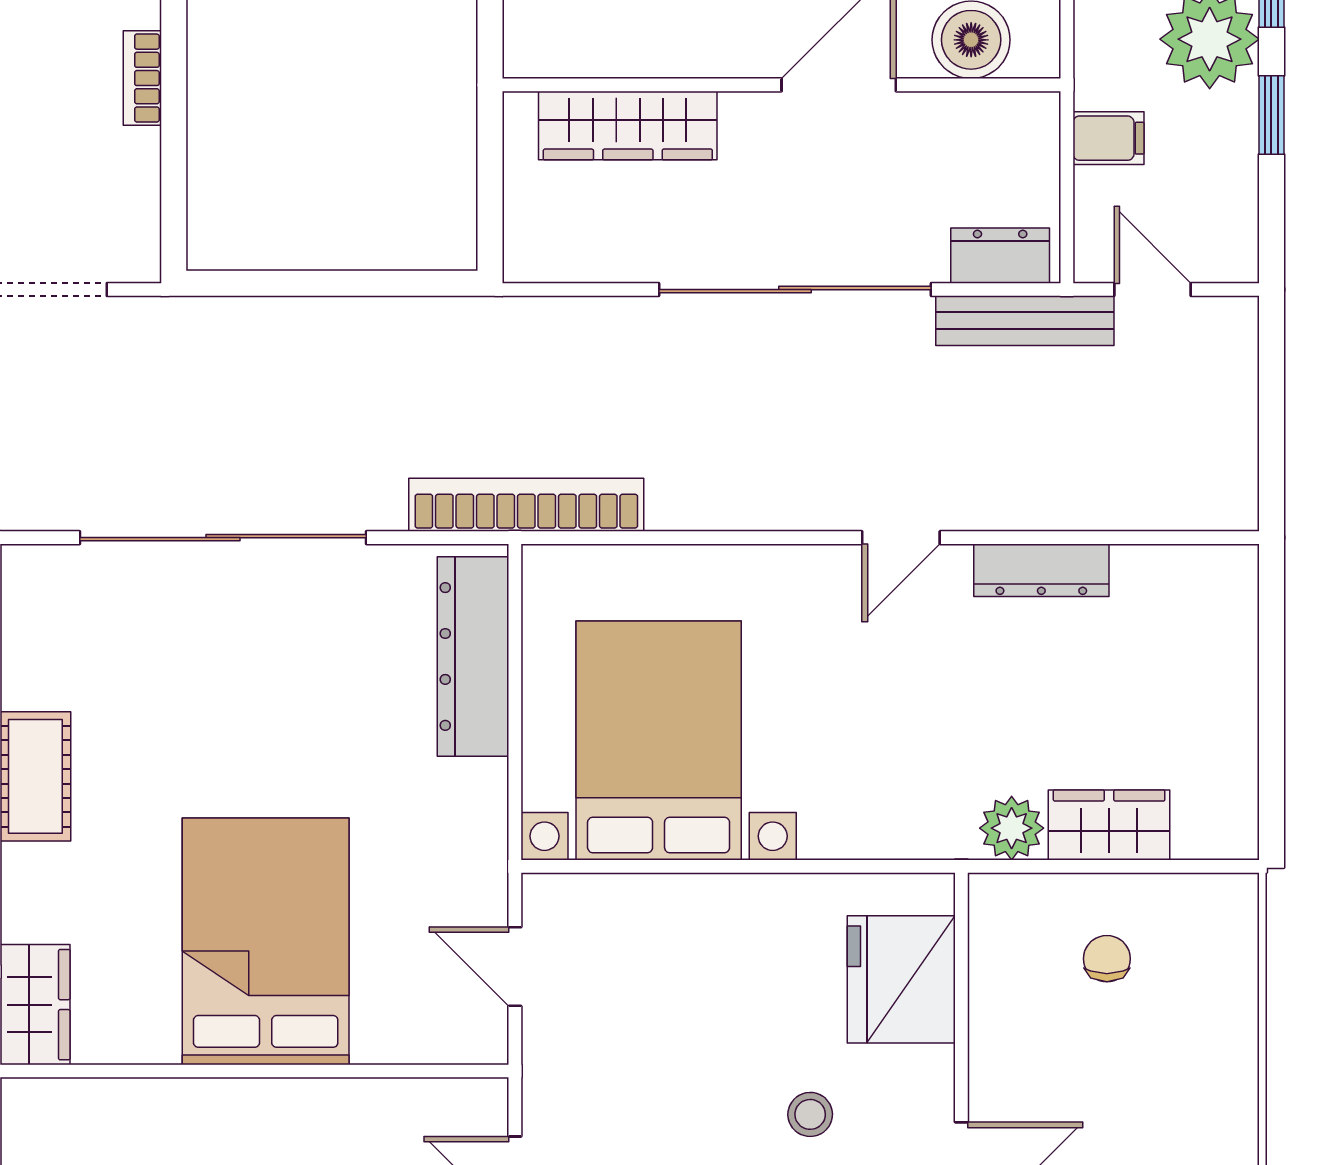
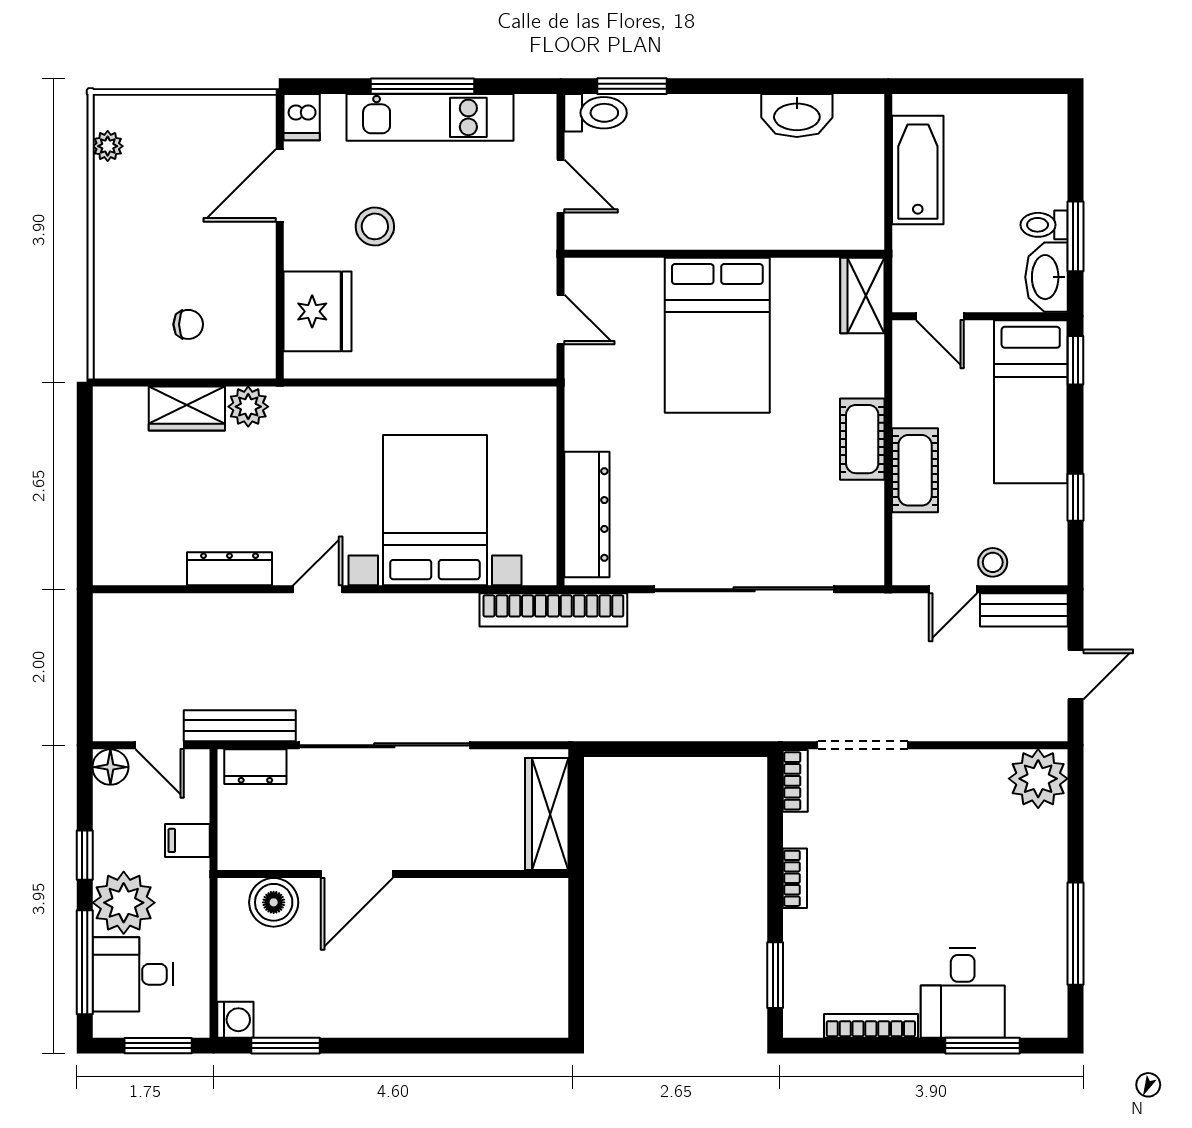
wardrobe: (628, 126) -> (547, 814), moved, turned -90
bookcase: (142, 233) -> (795, 781), added
floor lamp: (1231, 255) -> (110, 767), added
bed with nightstands: (659, 741) -> (435, 510), moved, turned 180
chair: (1107, 959) -> (188, 324), turned -90
stool: (810, 1114) -> (375, 226), width x1.37, depth x1.37

